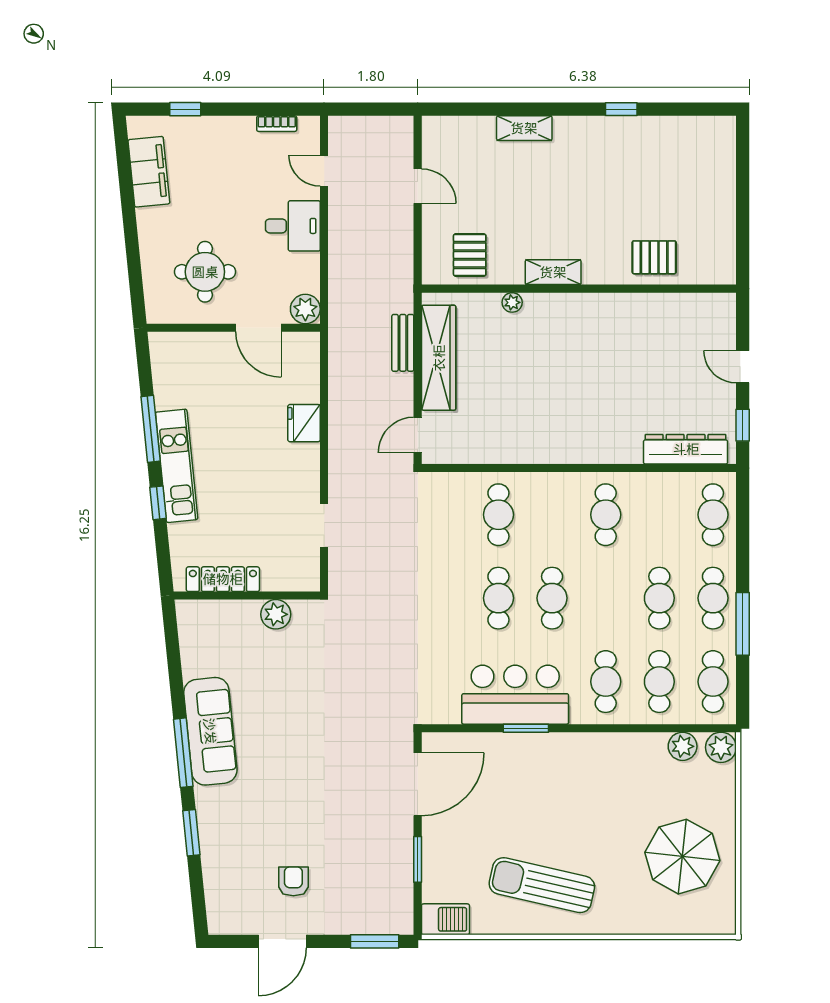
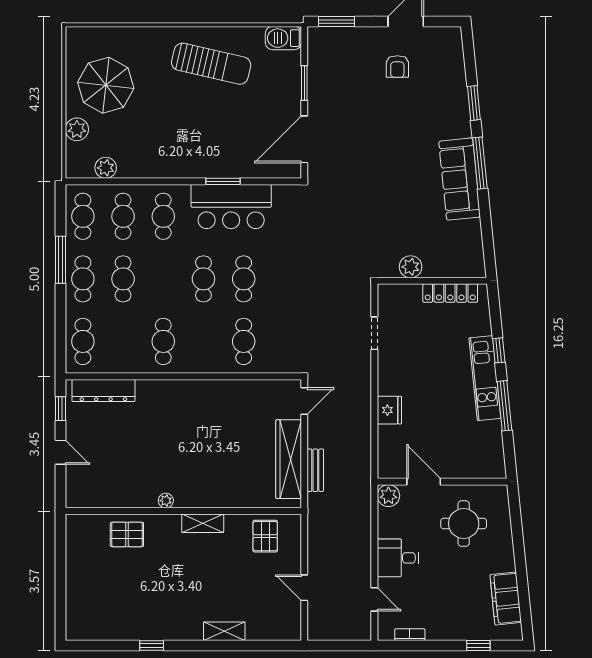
plant: (512, 302) -> (166, 501), moved
plant: (721, 747) -> (77, 129), moved

